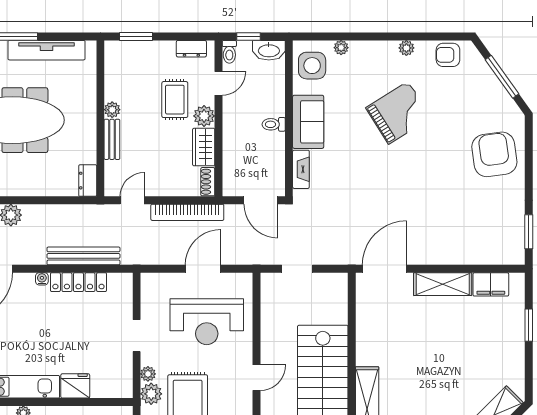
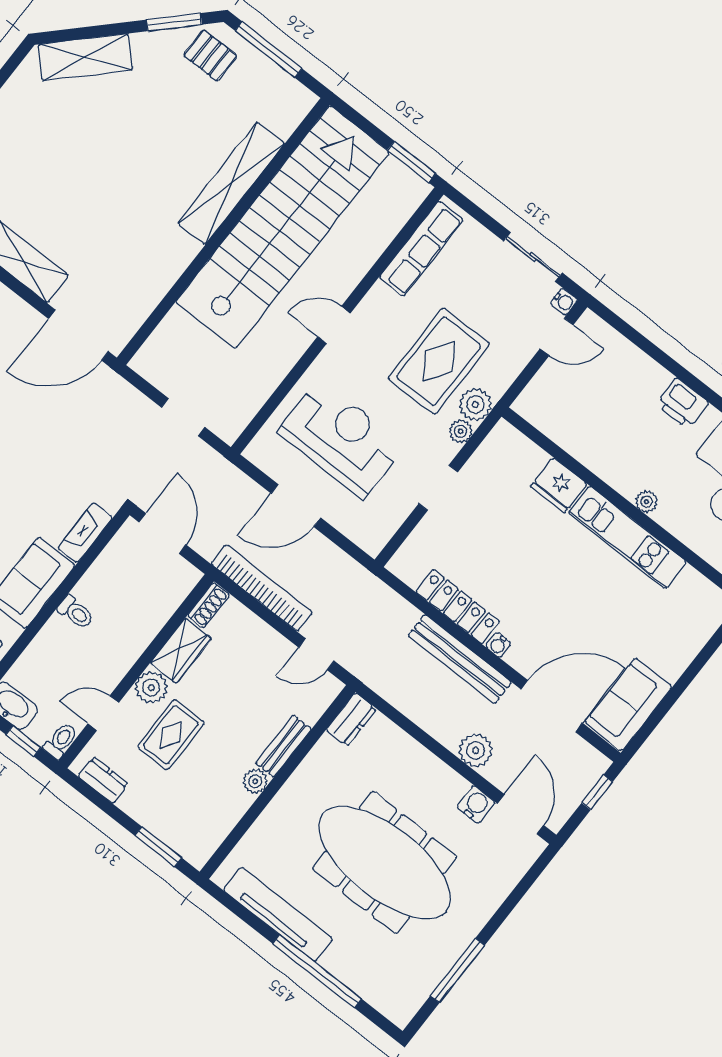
bench: (83, 256) -> (460, 659), moved

